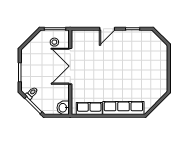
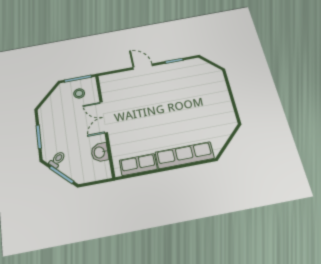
door: (107, 29) -> (143, 67), swing flipped
double door: (70, 66) -> (104, 117), width x0.73
washbasin: (63, 108) -> (100, 152), moved

